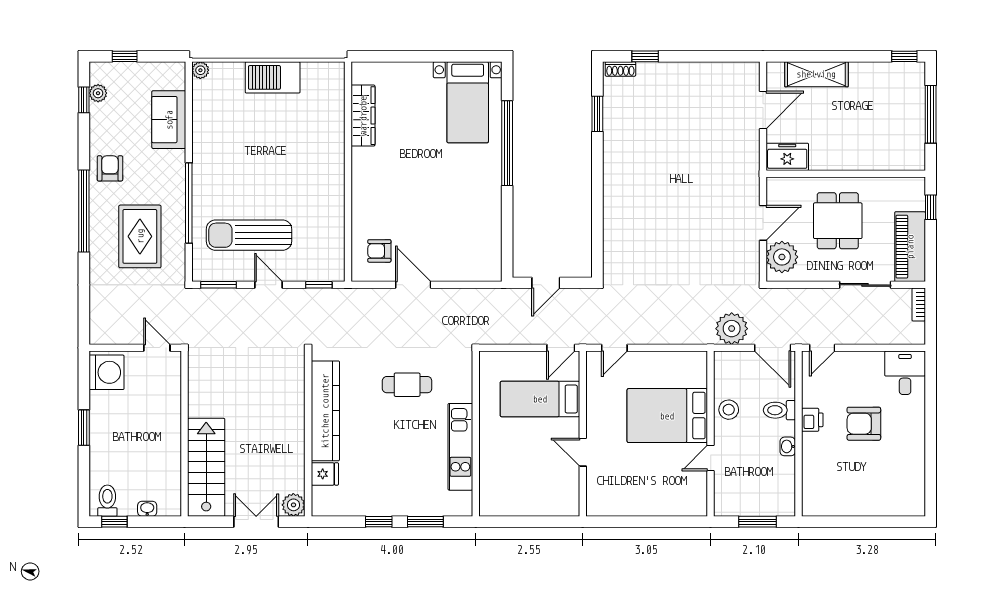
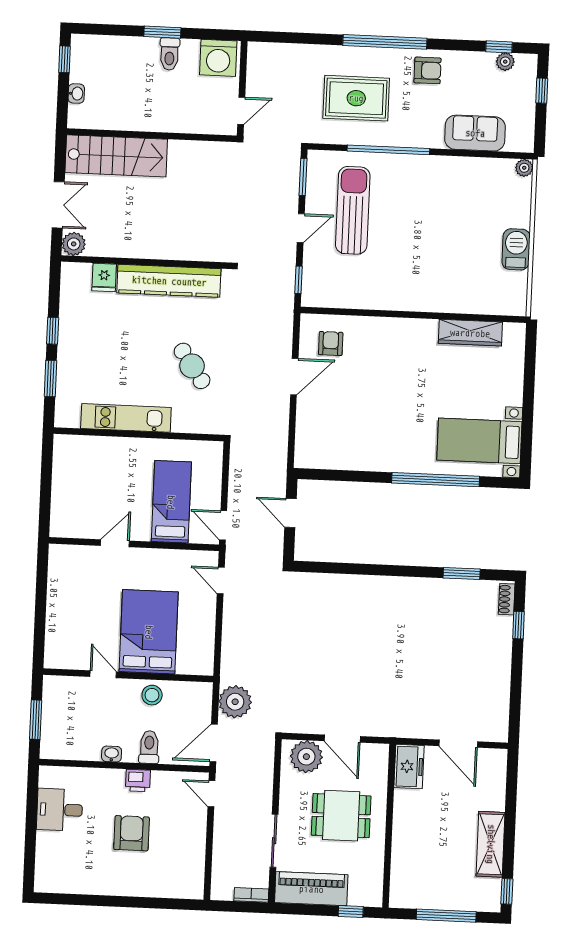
shelving: (816, 74) -> (491, 844), moved
barbecue: (273, 77) -> (516, 249), width x0.73, depth x0.83
desk: (905, 373) -> (60, 810), moved, turned 180
cafe table: (407, 385) -> (192, 366), turned -35
toilet: (107, 501) -> (170, 54), moved, turned 90

